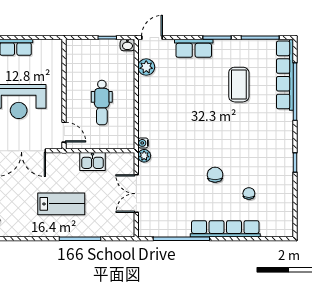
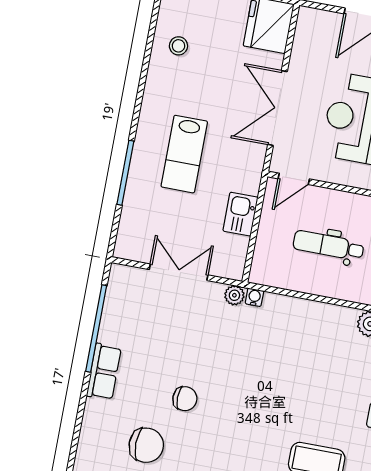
chair: (249, 193) -> (146, 445), width x1.87, depth x1.87
row of seats: (225, 229) -> (104, 372), width x0.50

